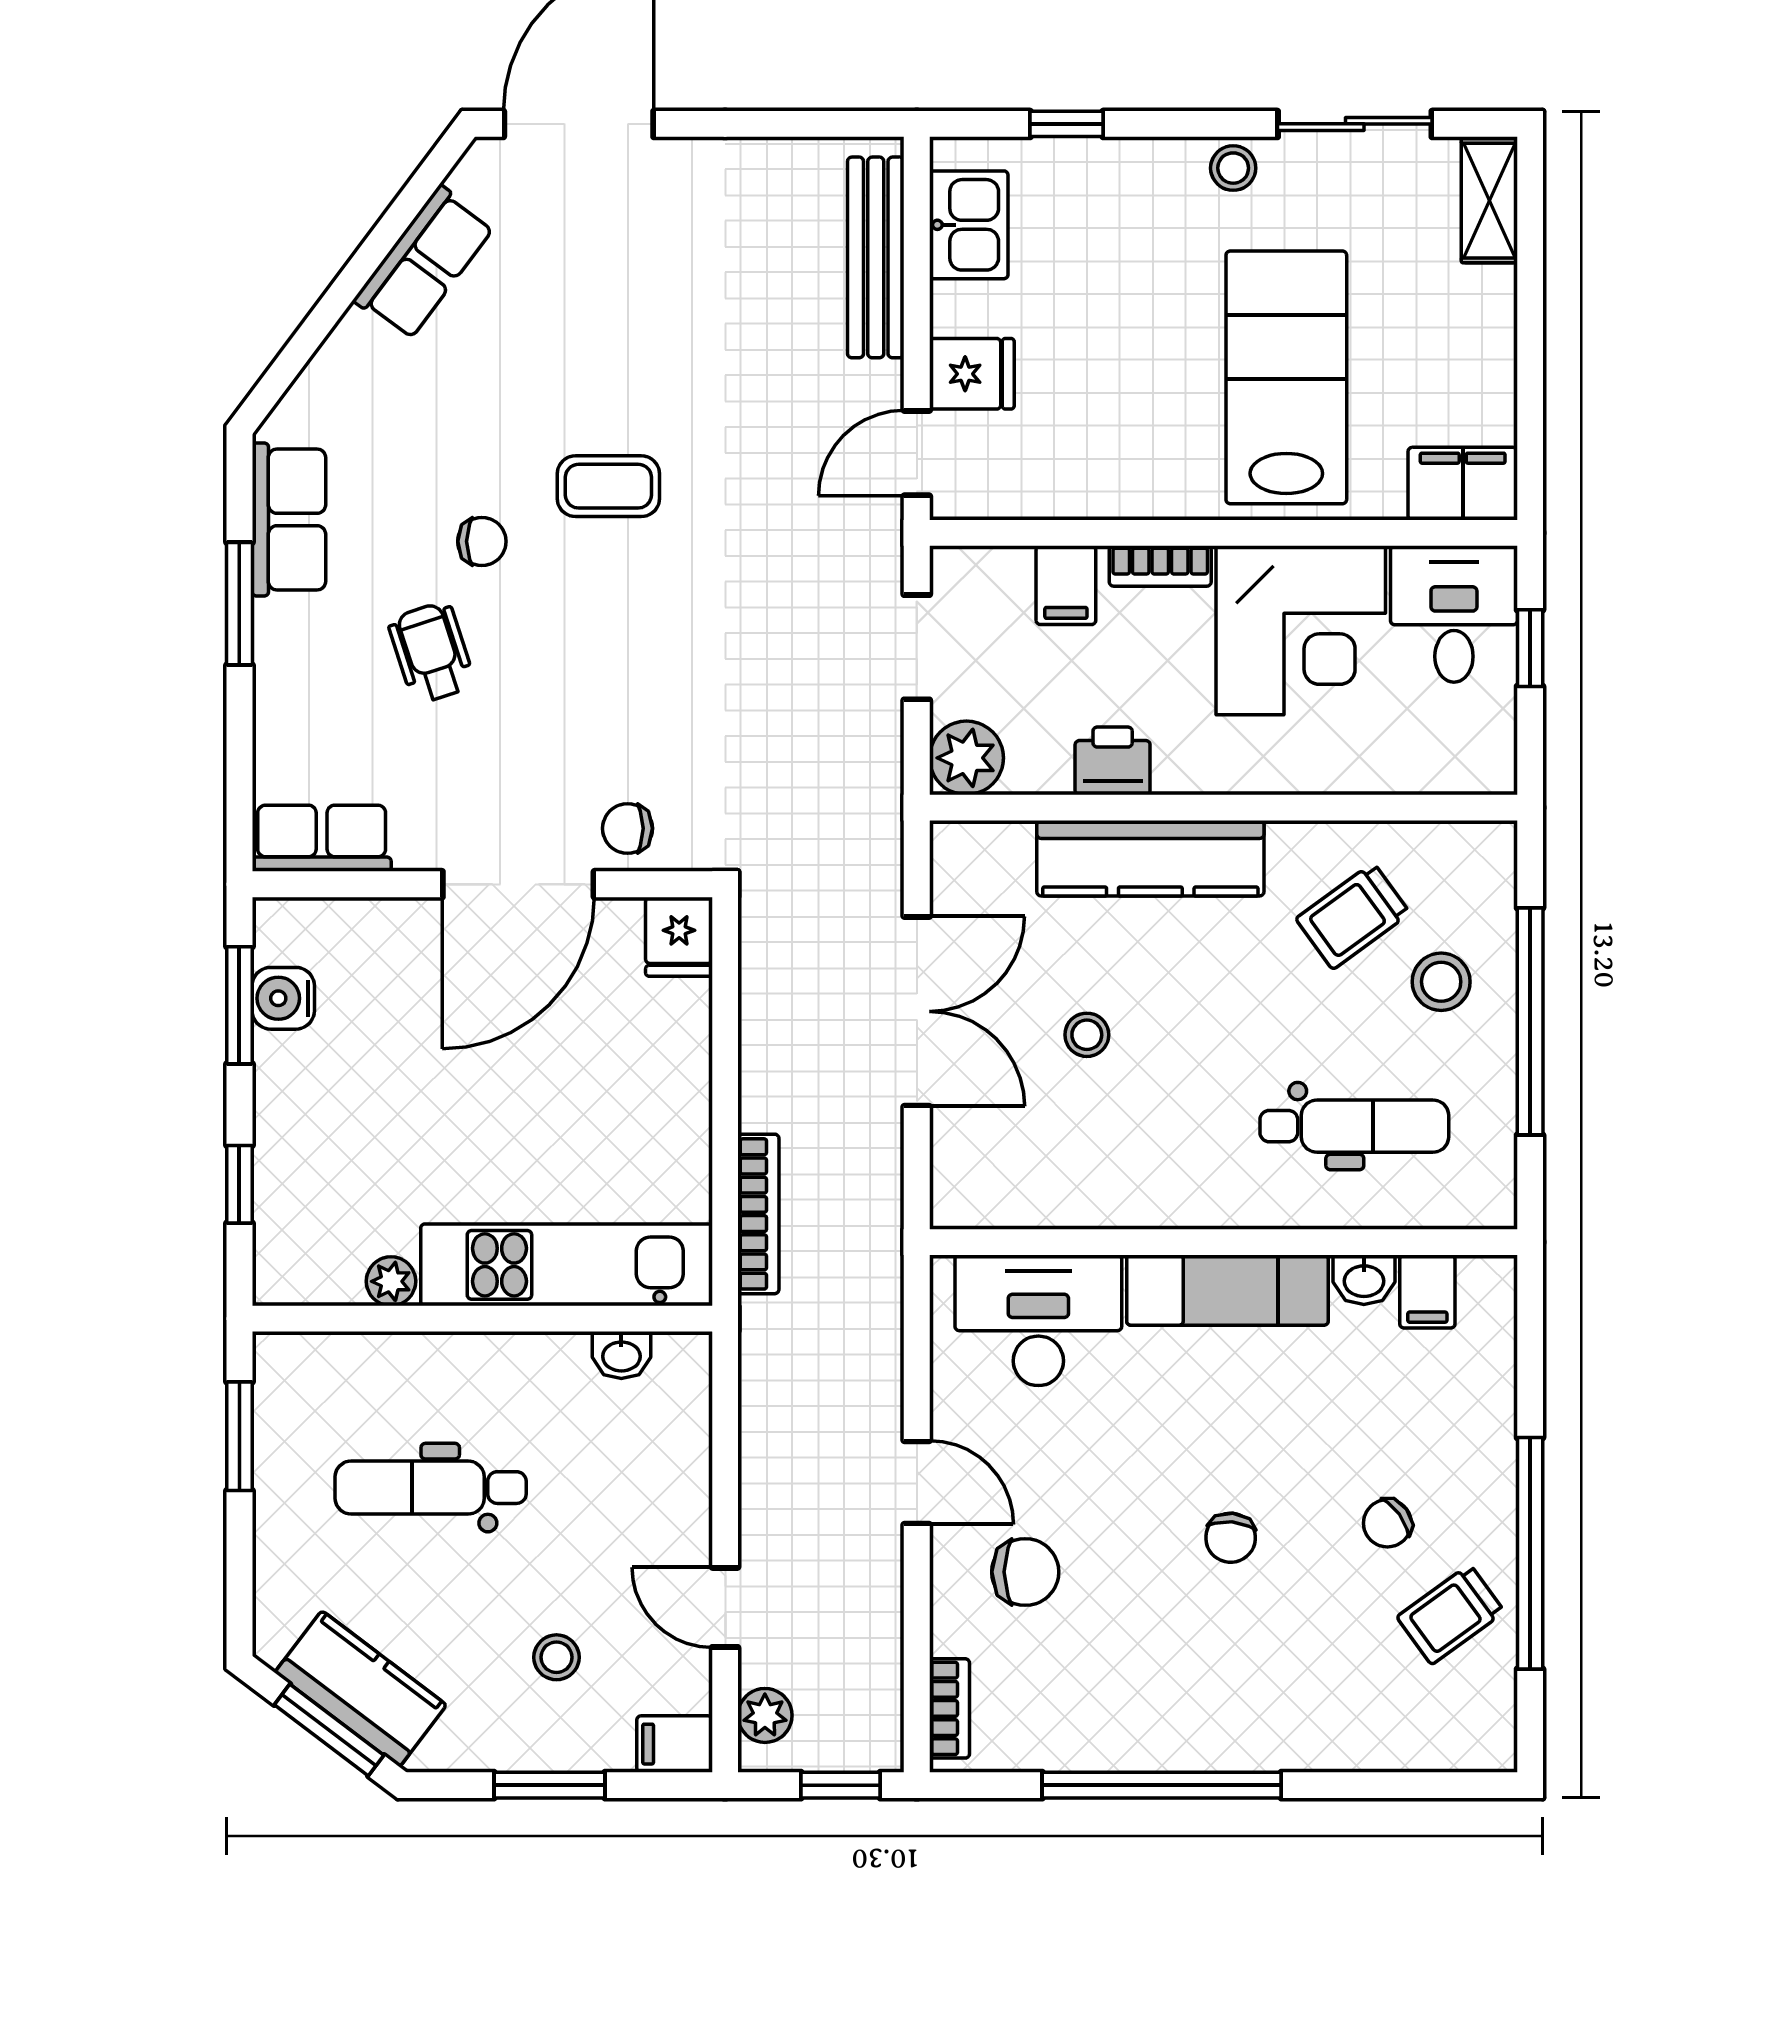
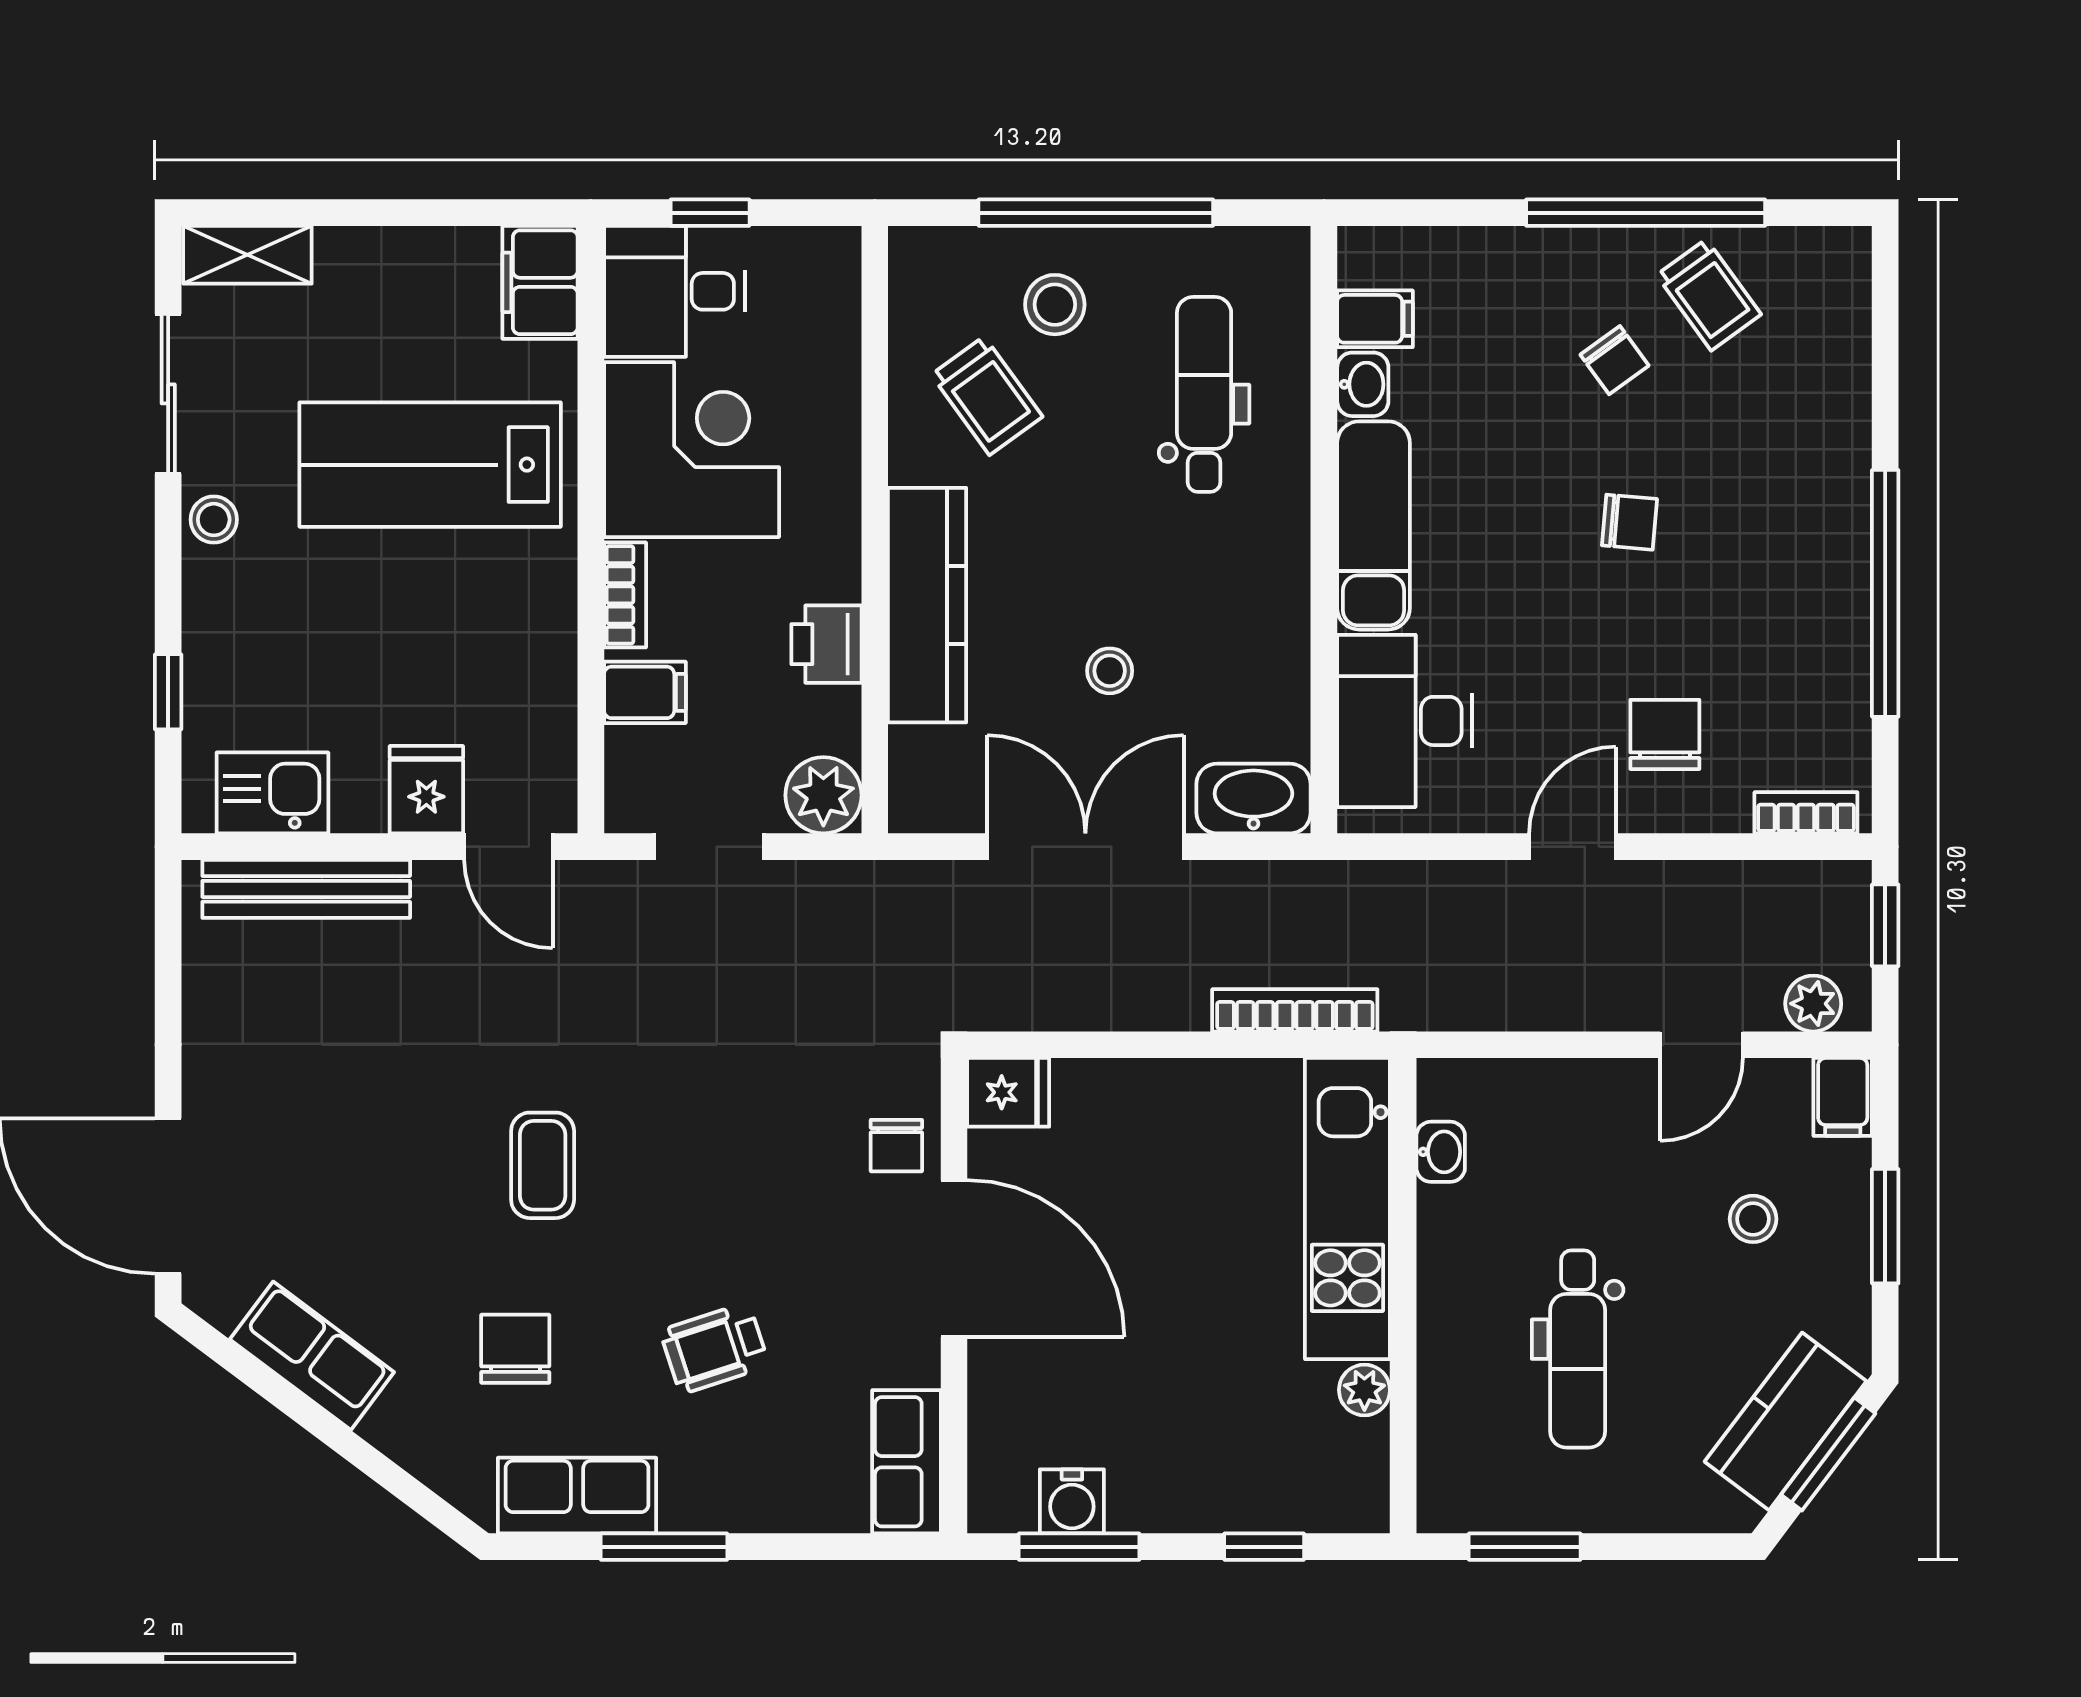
chair: (482, 541) -> (515, 1349), moved, width x1.37, depth x1.37
washbasin: (963, 1174) -> (1253, 798), added

